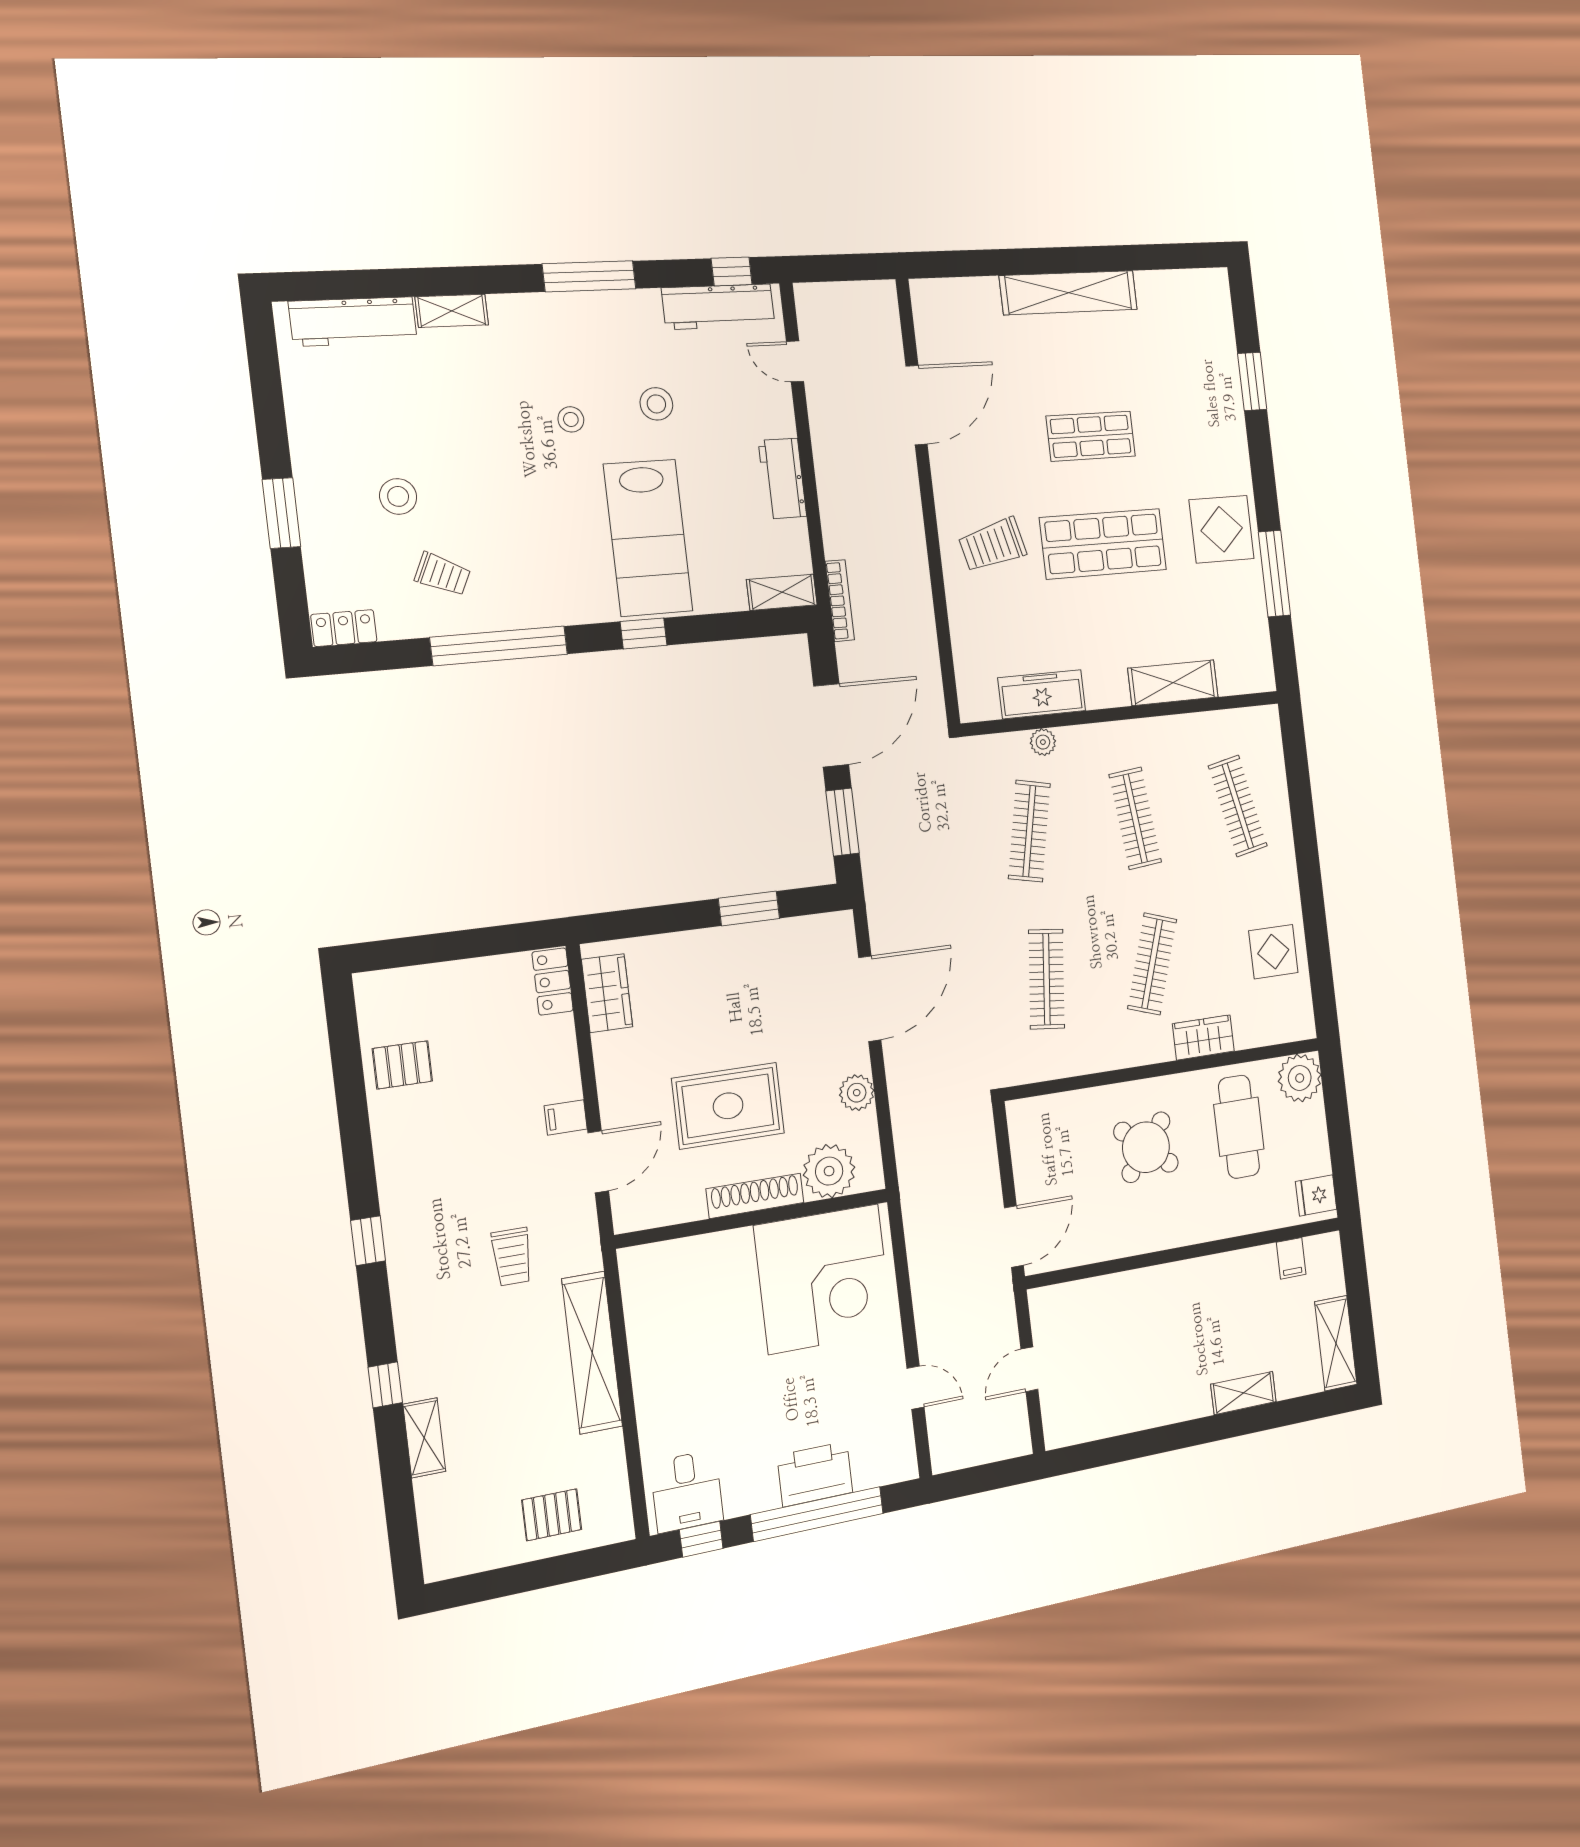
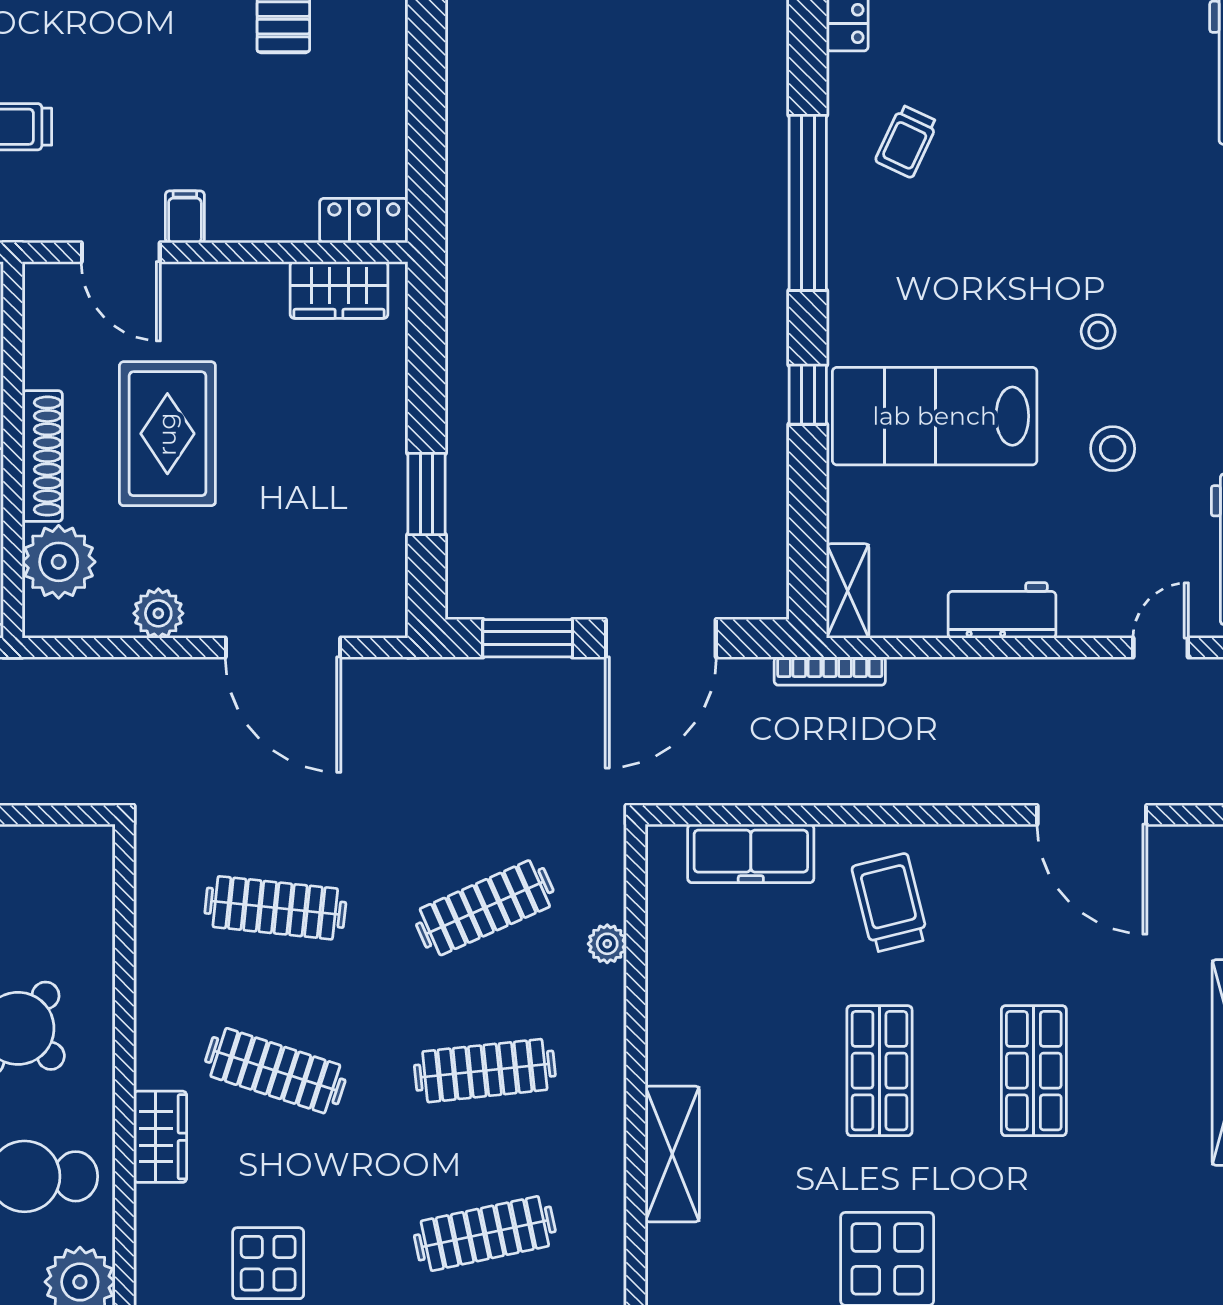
stool: (398, 496) -> (1011, 97), removed
shop shelf: (1103, 544) -> (879, 1071), width x0.70, depth x0.74
freezer: (1042, 694) -> (751, 853), moved, turned 90
door: (831, 725) -> (661, 638), hinge flipped
clothes rail: (1029, 831) -> (485, 908), turned -36

